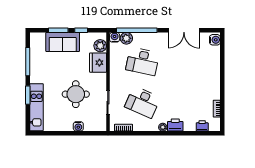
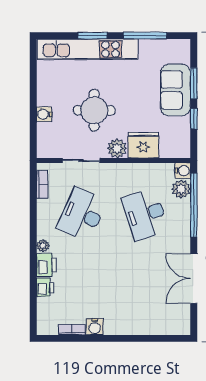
water cooler: (215, 40) -> (95, 327), moved
plant: (100, 46) -> (117, 148), moved
desk: (143, 61) -> (145, 214), turned -30
kitchen unit: (36, 107) -> (87, 49), width x1.36
printer: (202, 126) -> (45, 287), moved

